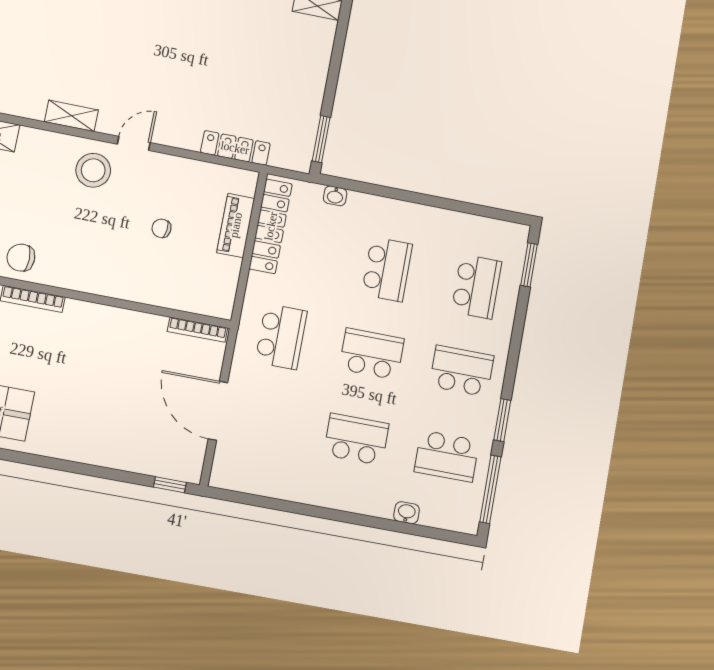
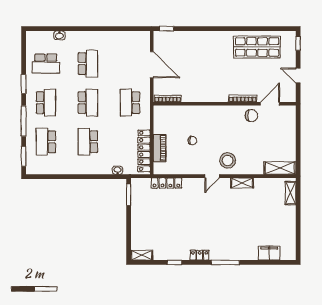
school desk: (372, 354) -> (88, 103), turned -90
school desk: (462, 371) -> (46, 103), turned -90
school desk: (356, 439) -> (88, 64), turned -90
school desk: (447, 456) -> (46, 64), turned 180
window: (490, 489) -> (24, 121), moved

